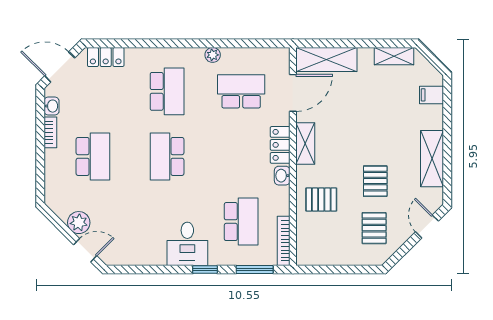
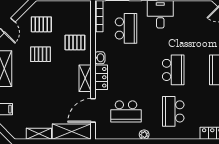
shelving: (394, 56) -> (39, 134), moved
pallet: (375, 181) -> (41, 54), turned 90
school desk: (241, 222) -> (126, 28), turned 180
pallet: (374, 228) -> (41, 24), turned 90

